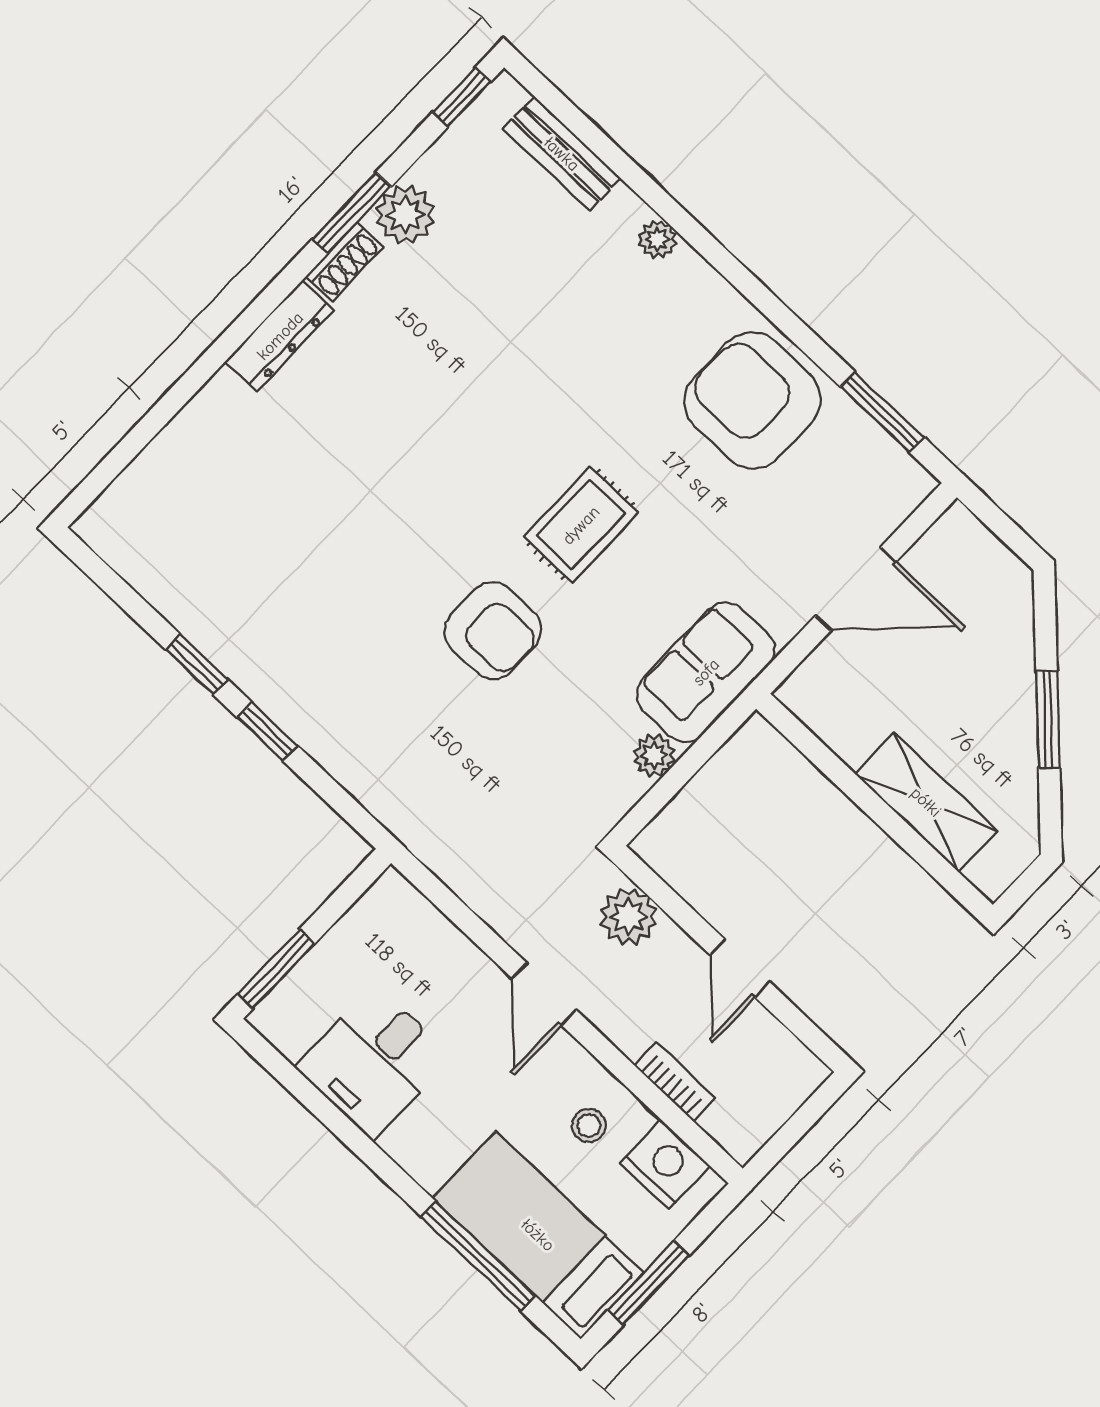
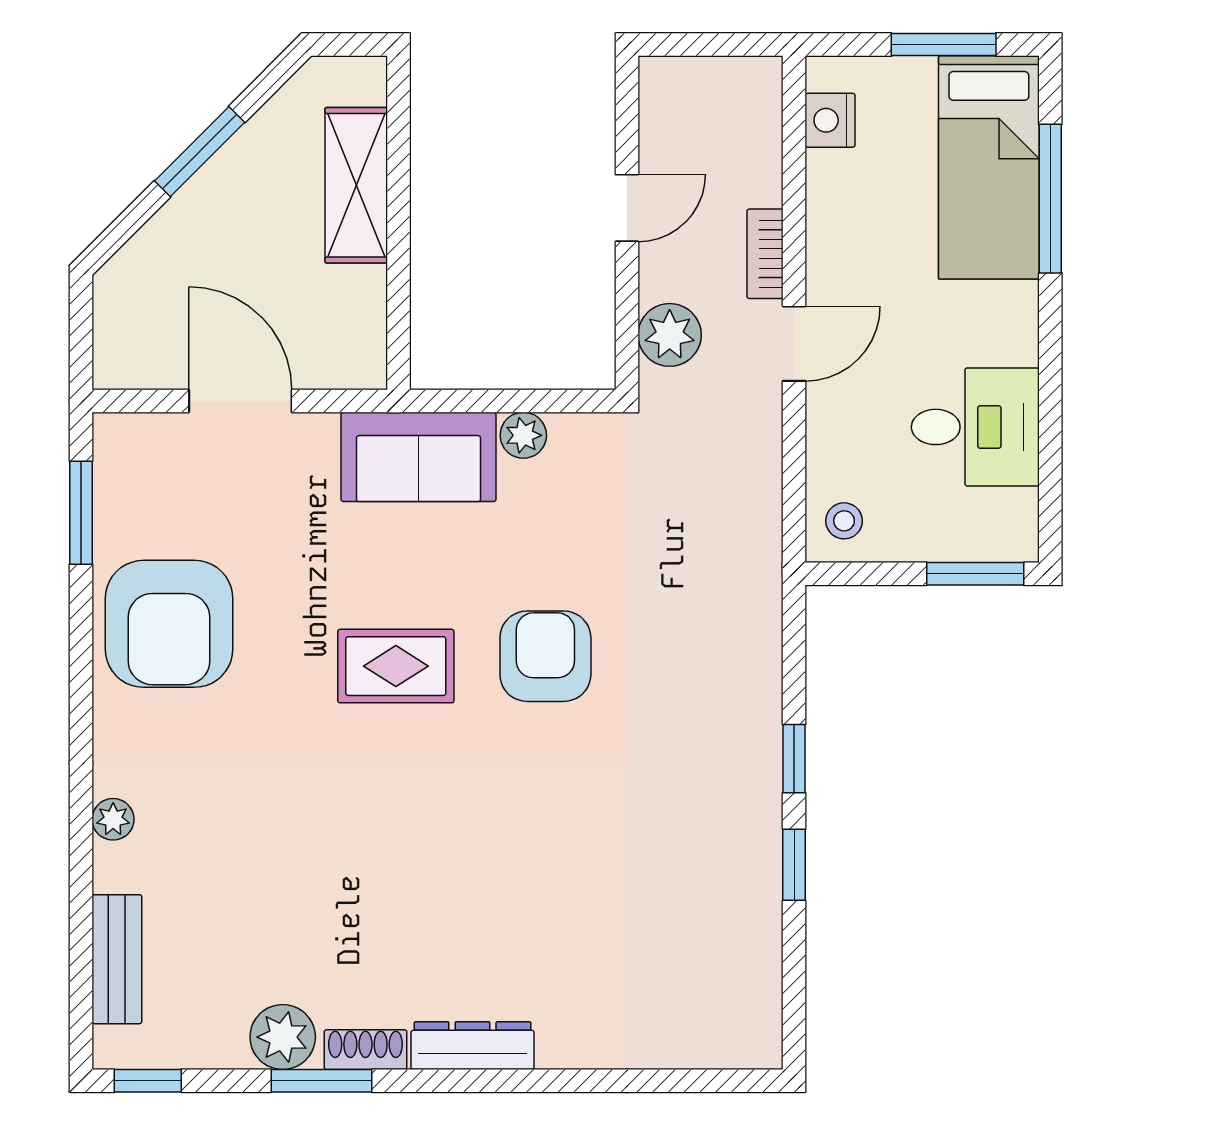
bookcase: (675, 1081) -> (765, 254), moved
stool: (589, 1126) -> (844, 521), moved
nightstand: (665, 1165) -> (830, 120), width x0.74, depth x0.75

